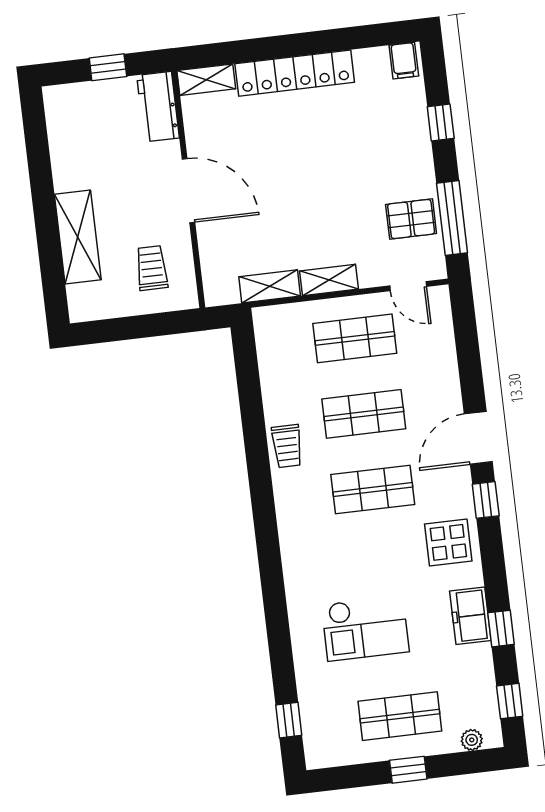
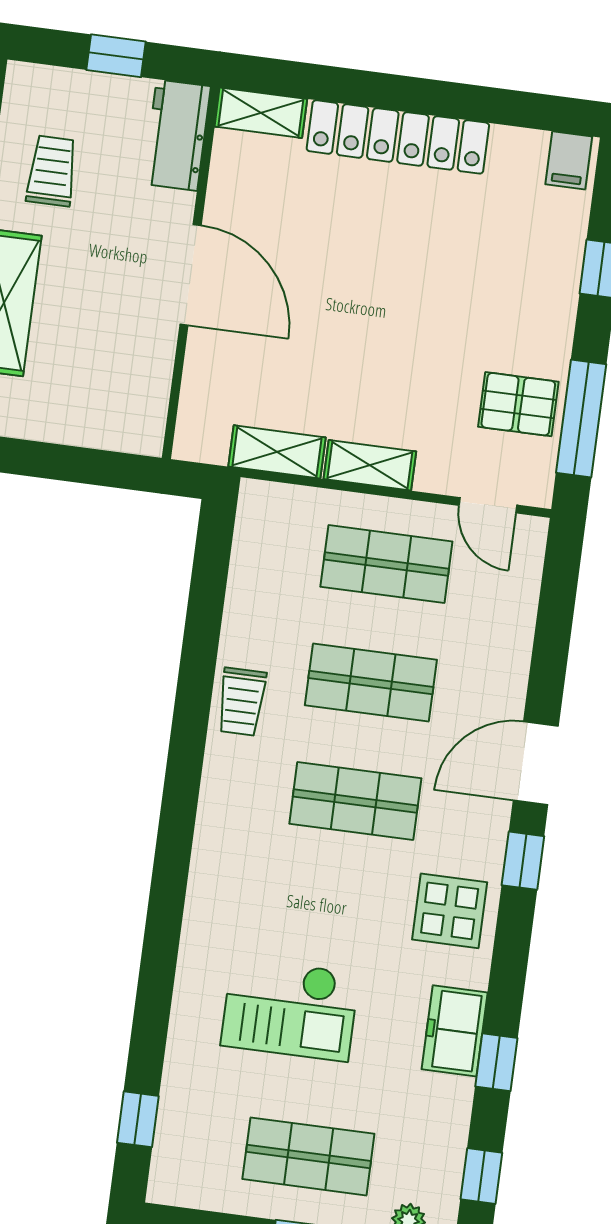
trolley: (152, 268) -> (52, 171), moved

